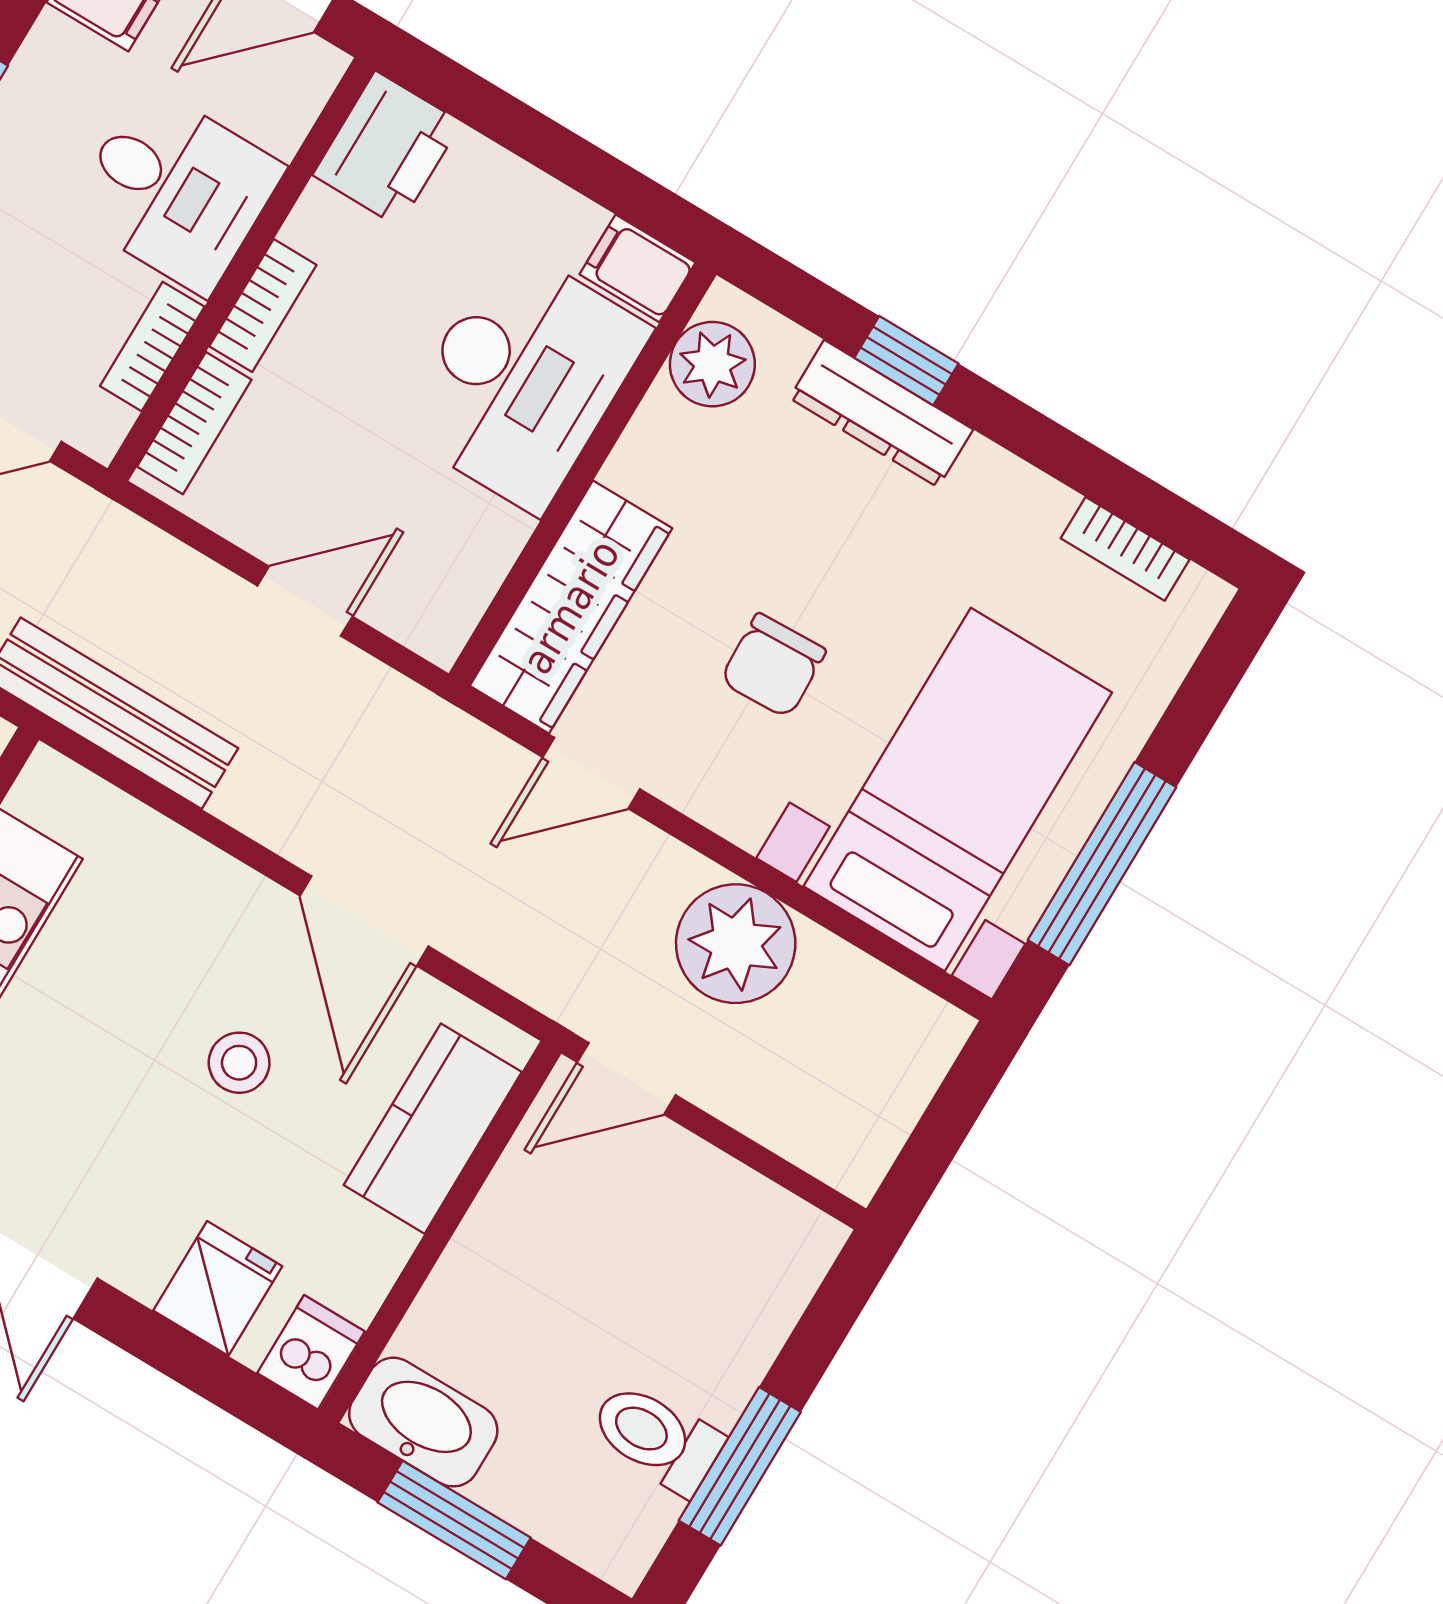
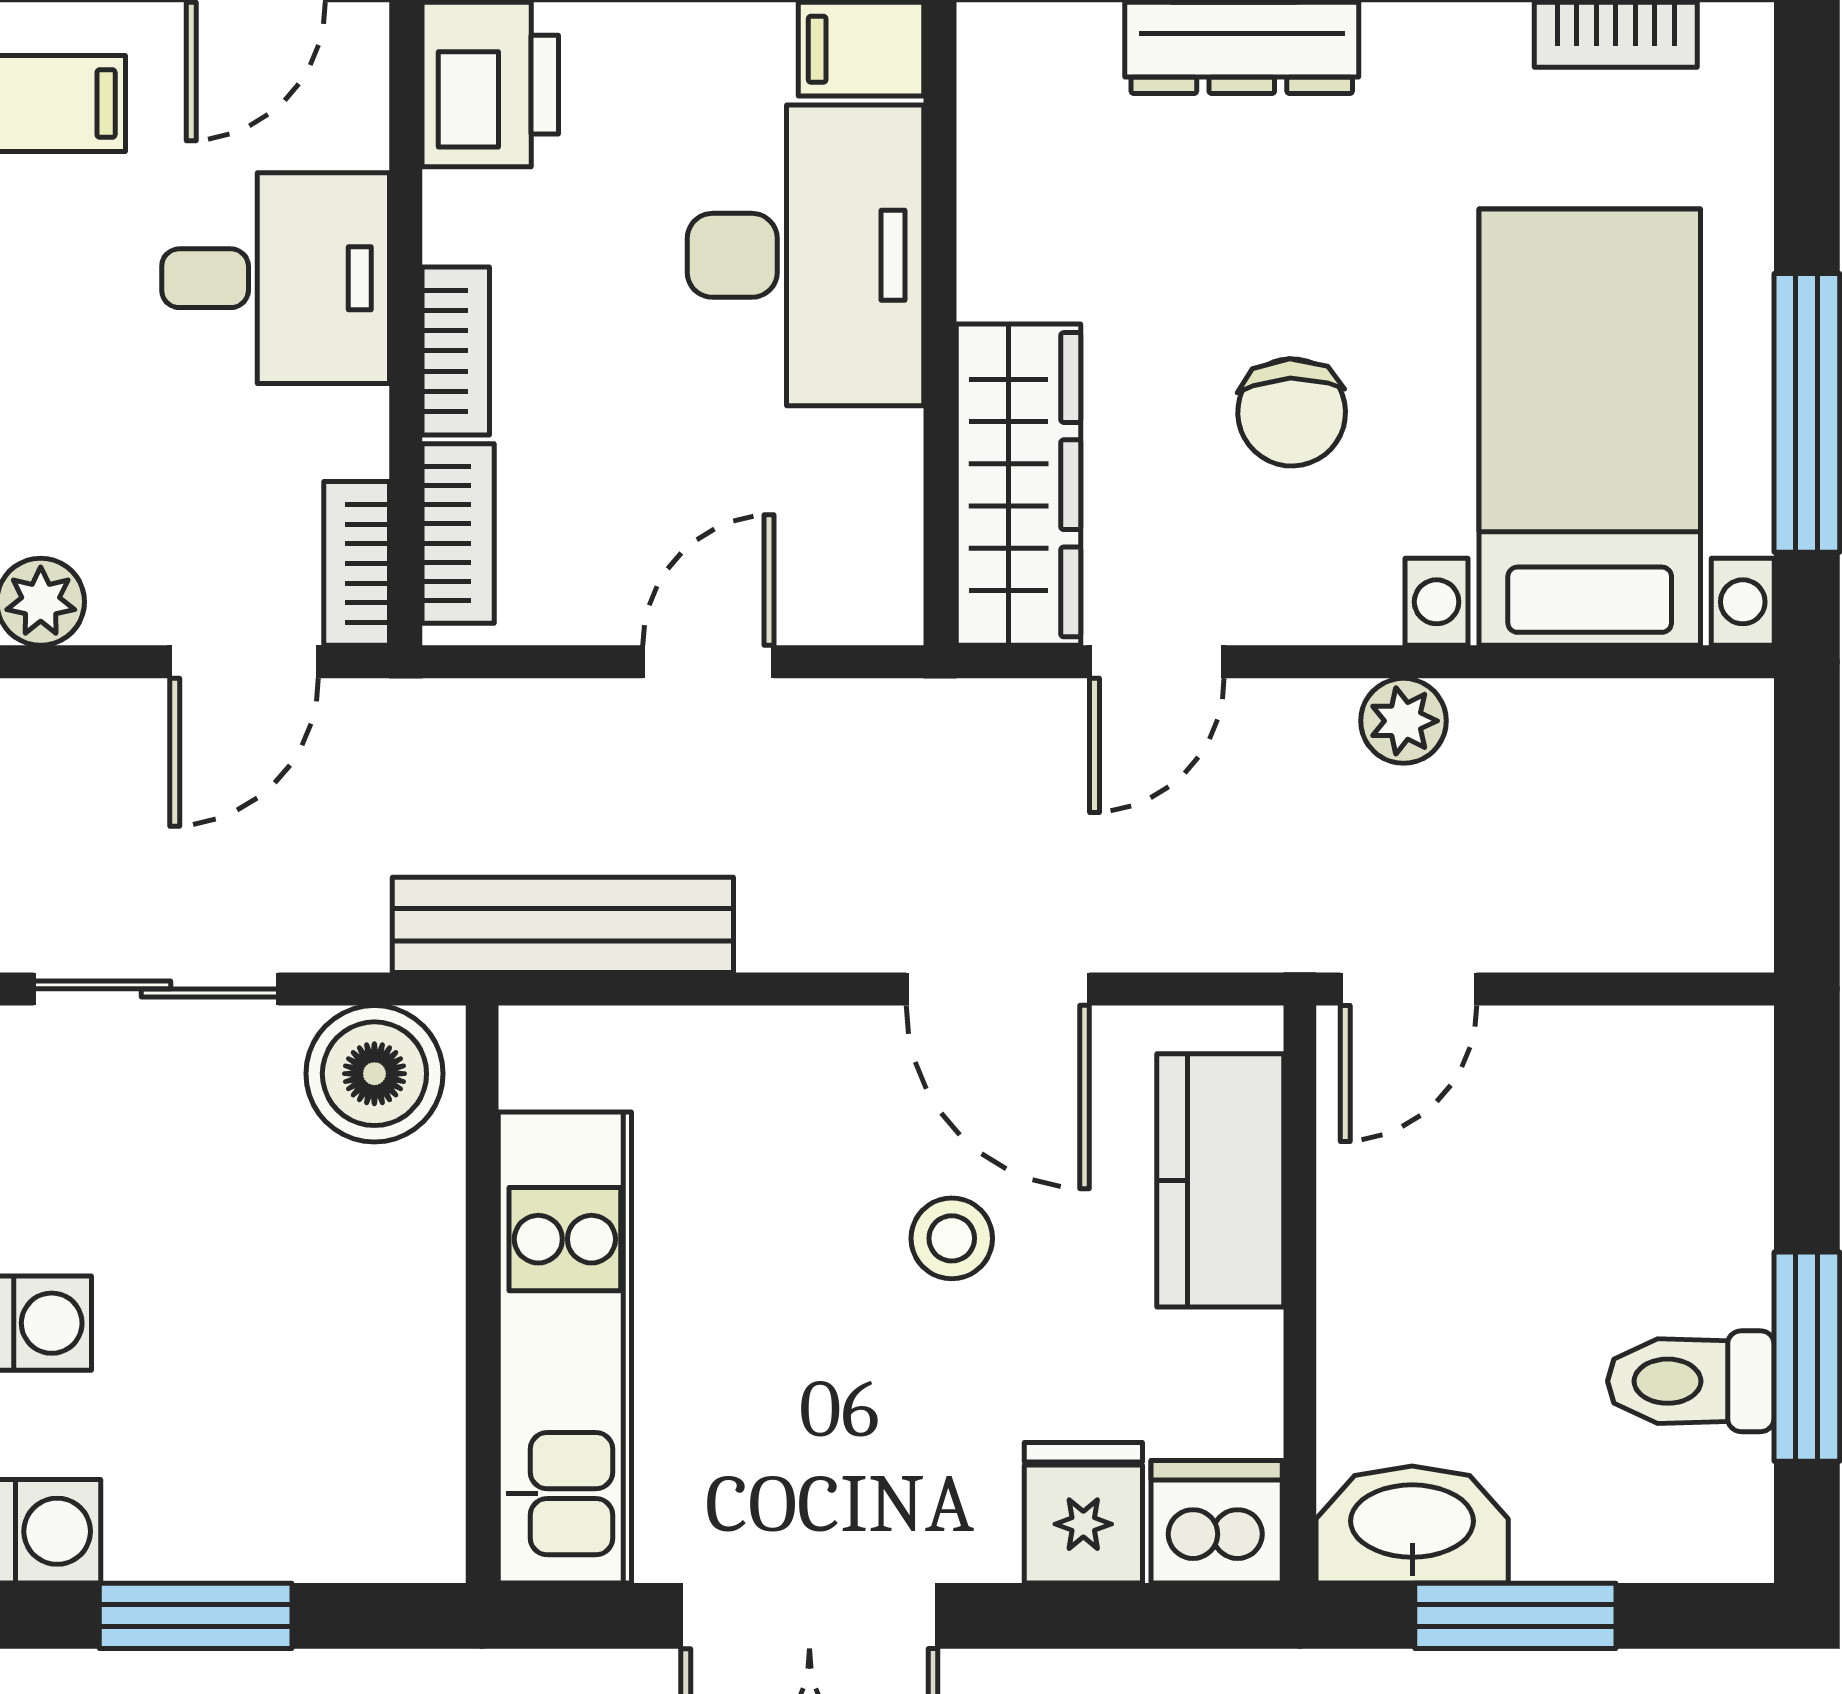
bookcase: (152, 346) -> (357, 563), moved
plant: (712, 364) -> (1013, 108), removed
plant: (736, 944) -> (1403, 721), width x0.53, depth x0.53
dishwasher: (311, 1352) -> (1217, 1522), width x1.38

